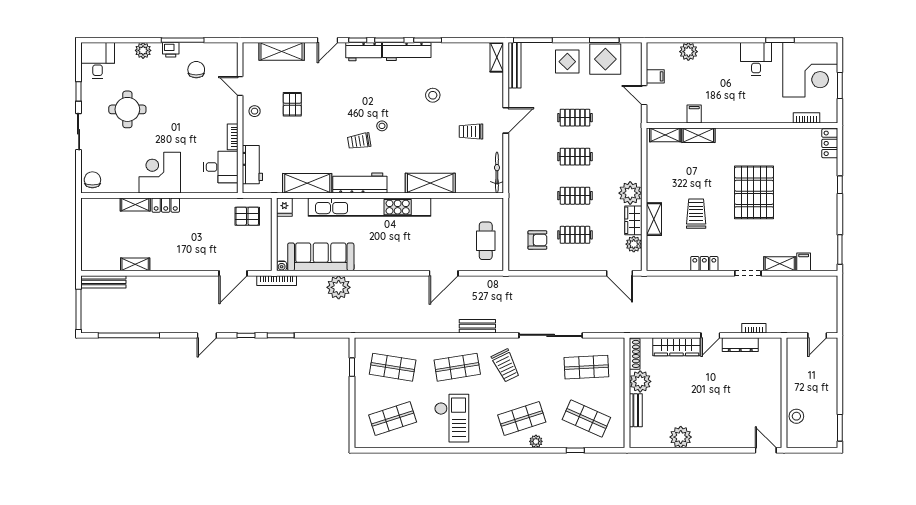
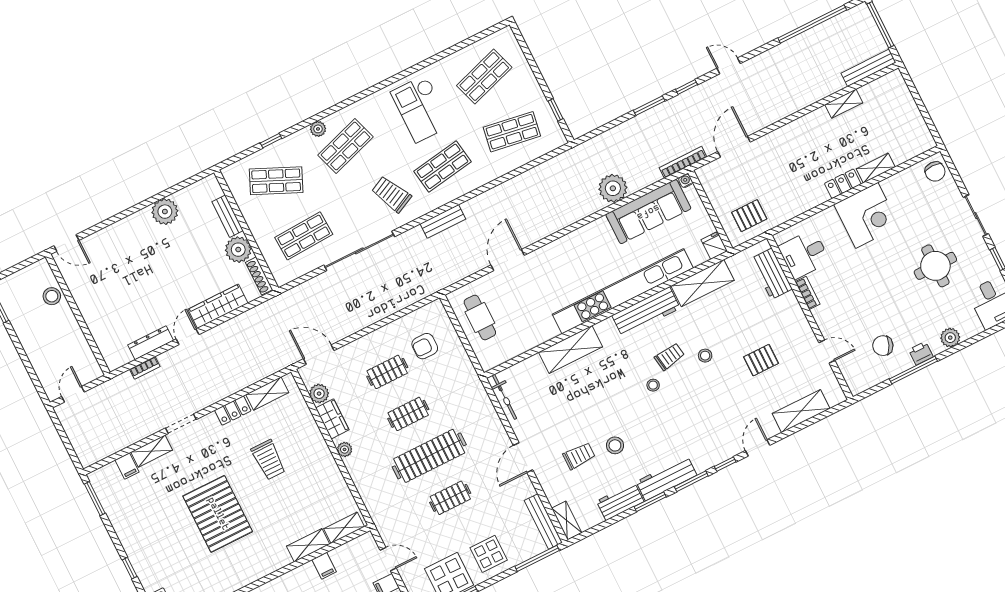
workbench: (364, 52) -> (620, 501), moved
chair: (196, 70) -> (883, 346), turned 114
pallet: (292, 104) -> (761, 360), turned 90
stool: (255, 111) -> (705, 356), moved
trolley: (471, 132) -> (579, 456), moved
clothes rail: (575, 157) -> (429, 456), width x1.86, depth x1.31
plant: (630, 193) -> (345, 449), width x0.53, depth x0.53
shelving: (654, 219) -> (267, 394), moved, turned 90
door: (207, 335) -> (729, 66), hinge flipped

